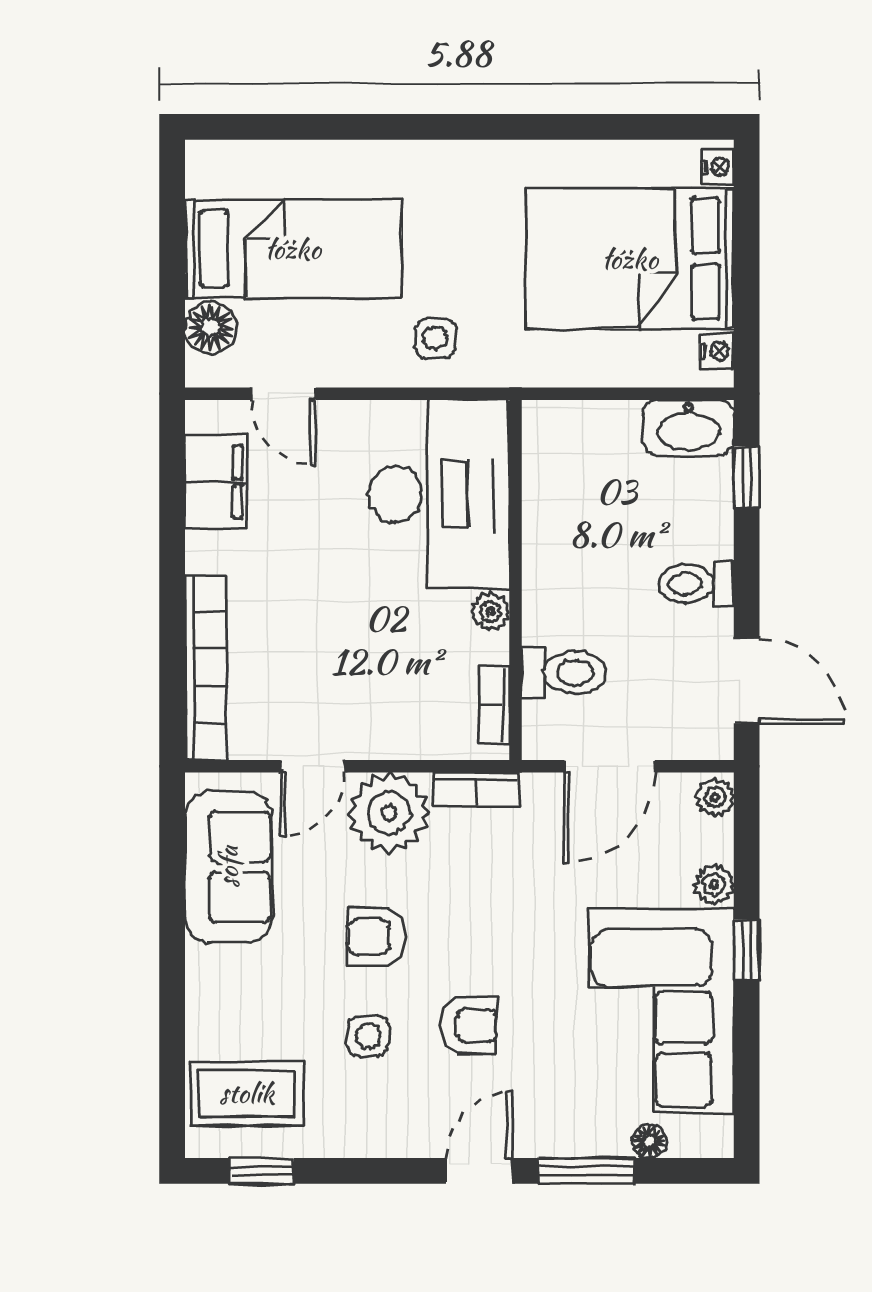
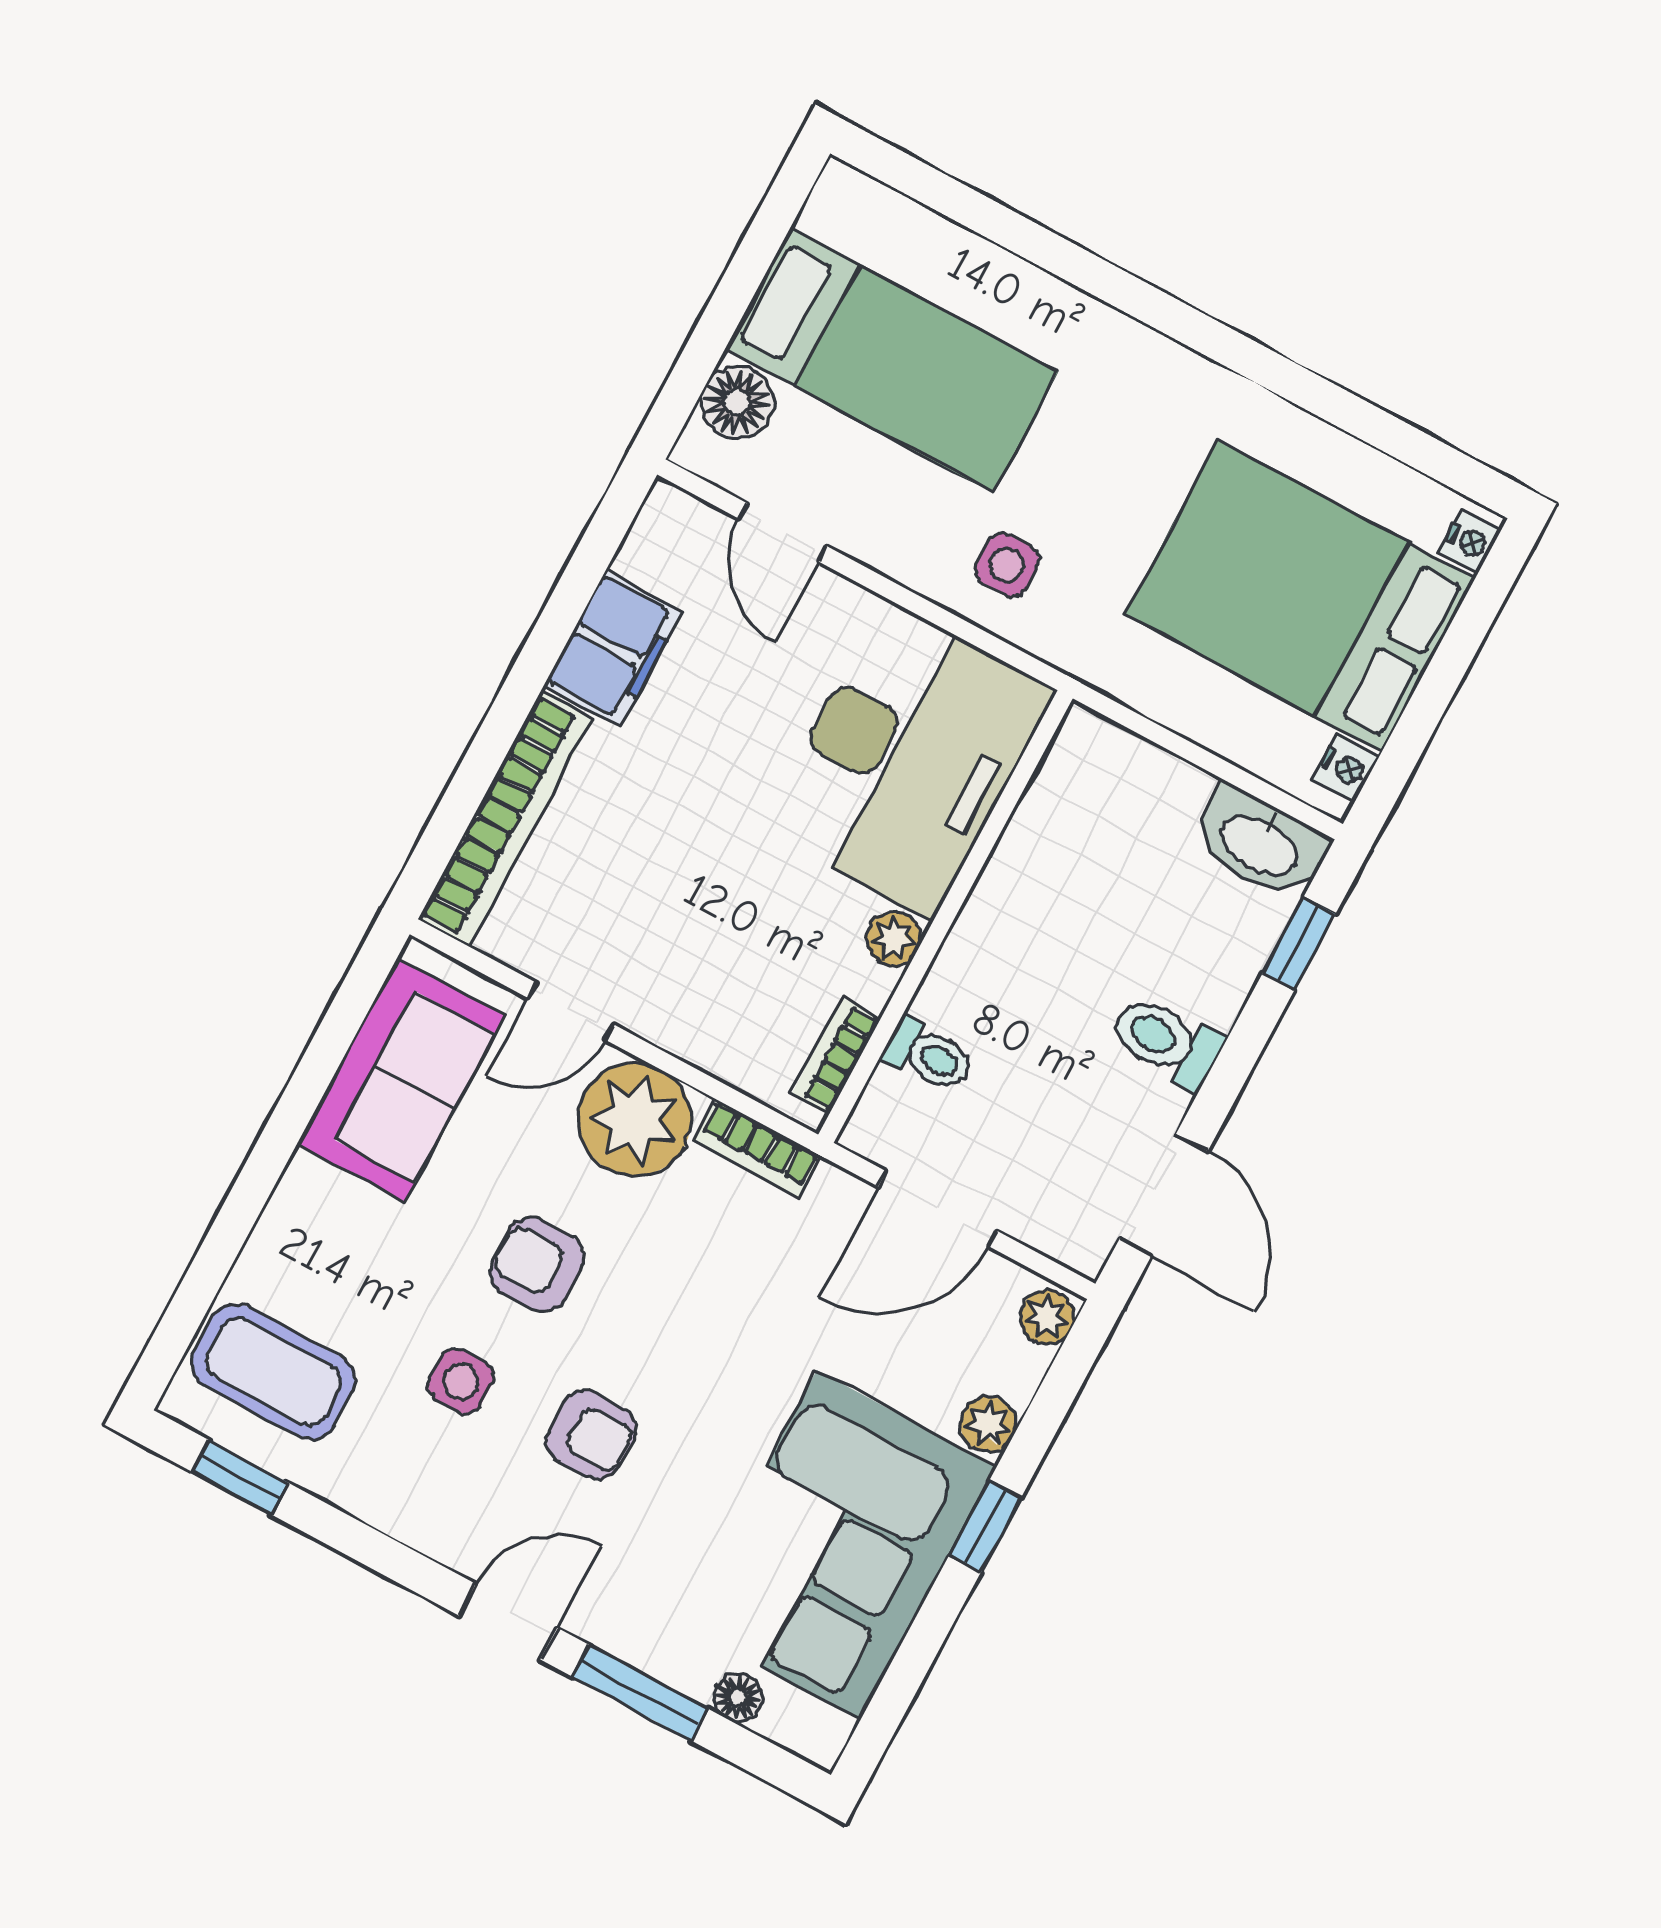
filing cabinet: (216, 482) -> (613, 648), moved
toilet: (564, 673) -> (929, 1055), width x0.73, depth x0.72

